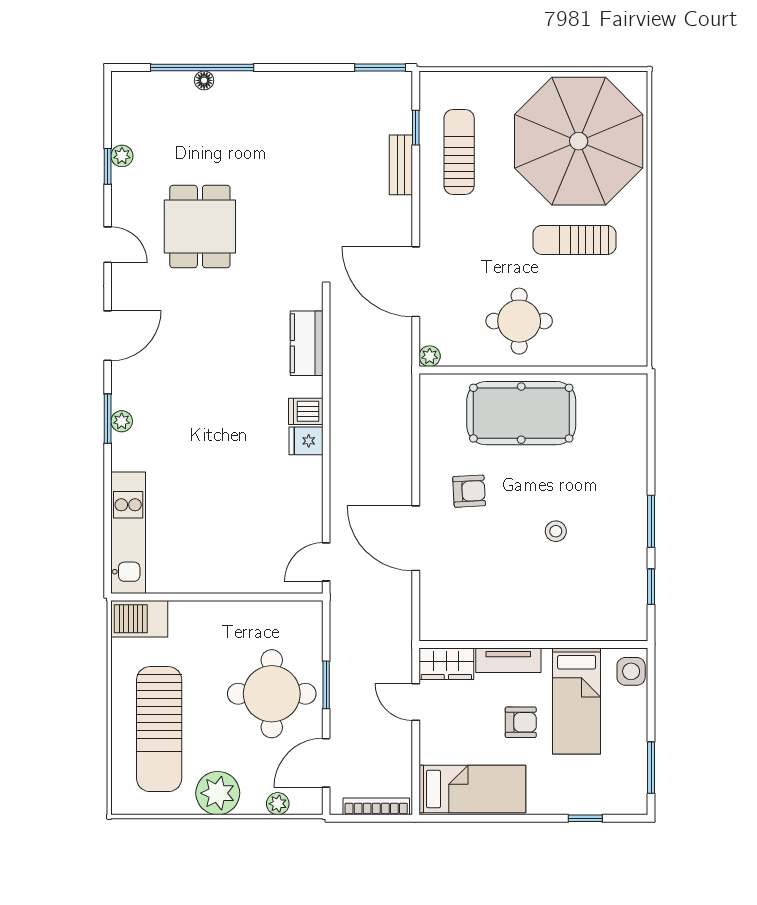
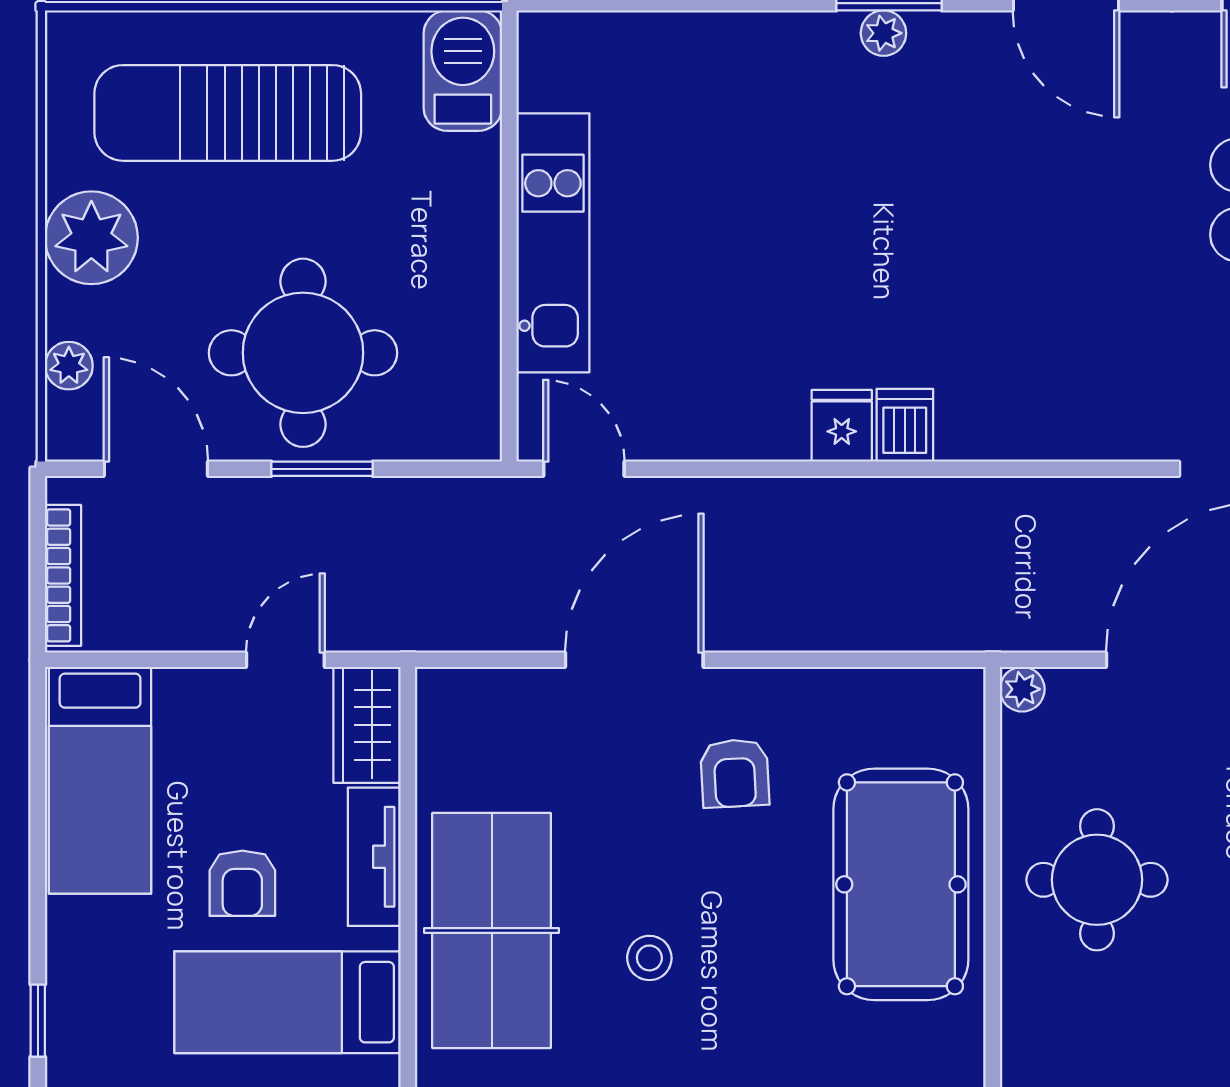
kitchen counter: (307, 343) -> (1050, 427), removed
kitchen unit: (128, 533) -> (553, 243), moved, turned -90
table tennis table: (543, 605) -> (492, 930), added

